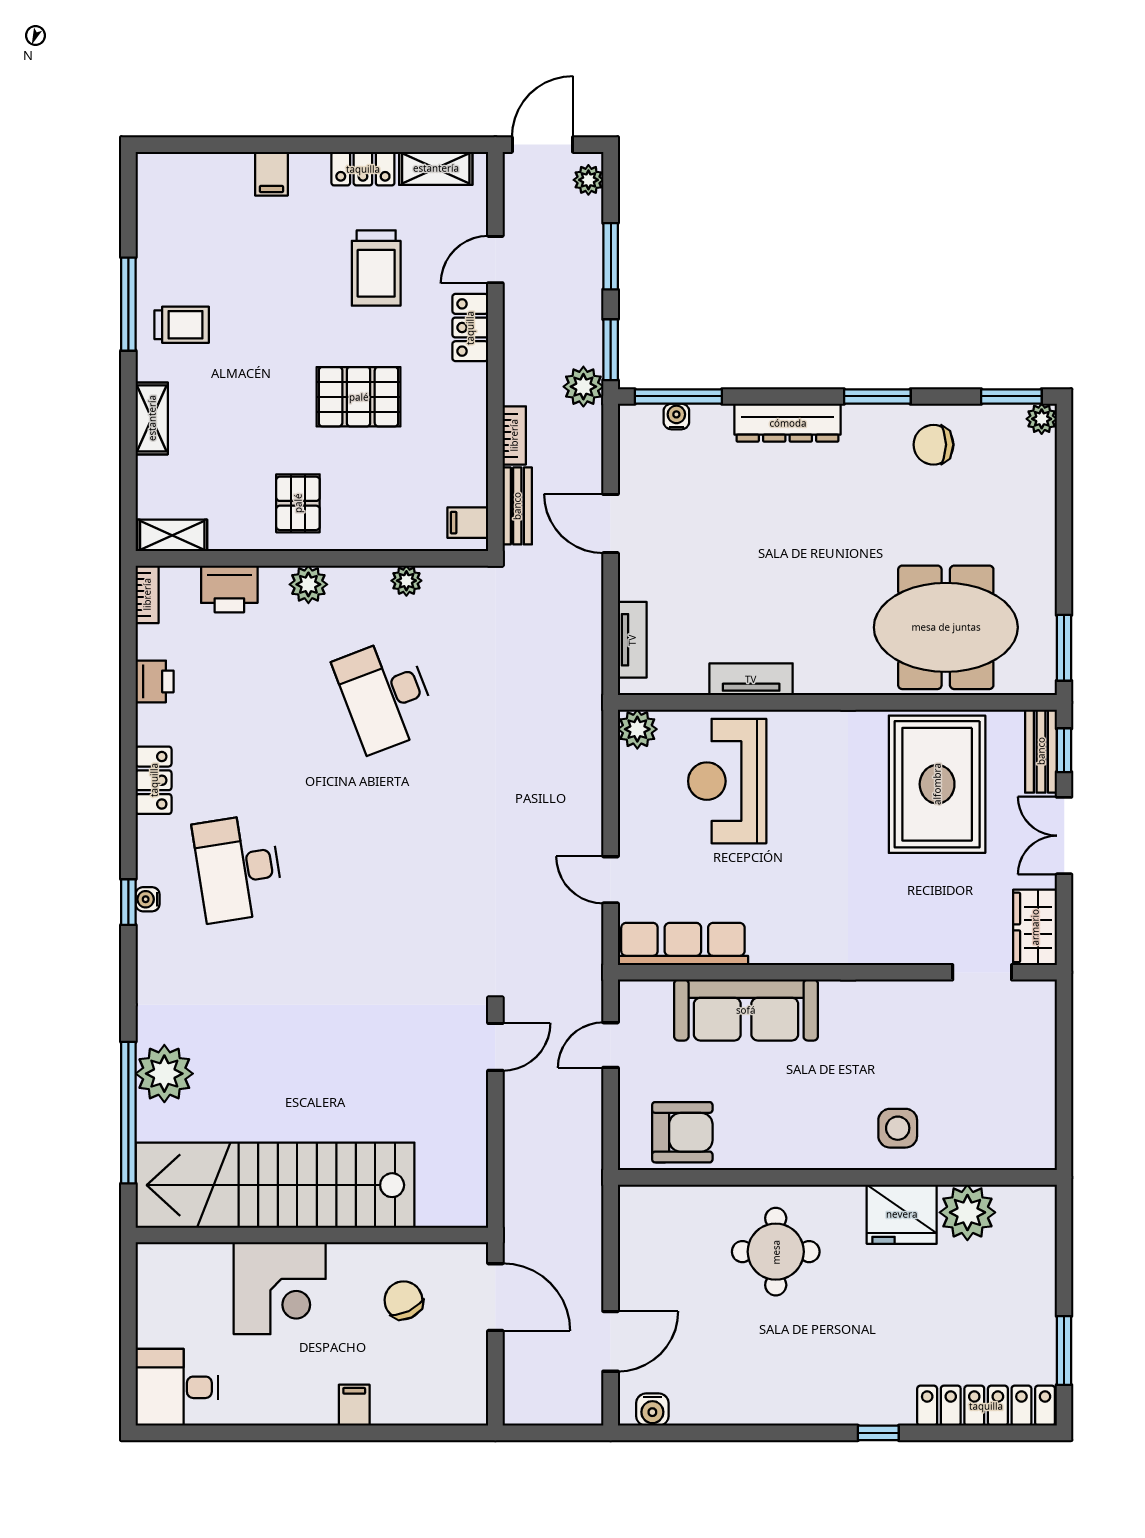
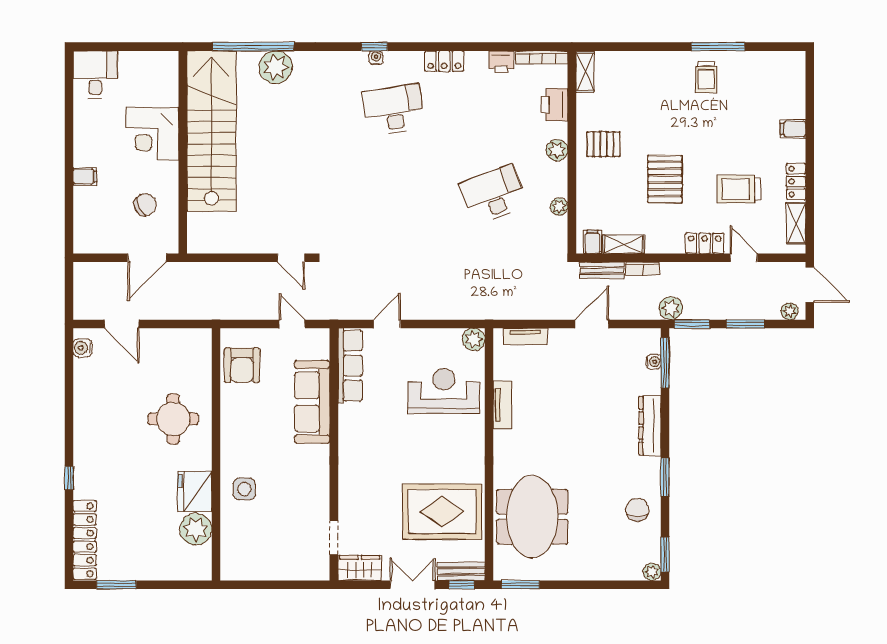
shelving: (152, 418) -> (623, 244), moved
bookcase: (147, 594) -> (542, 57), width x1.56

